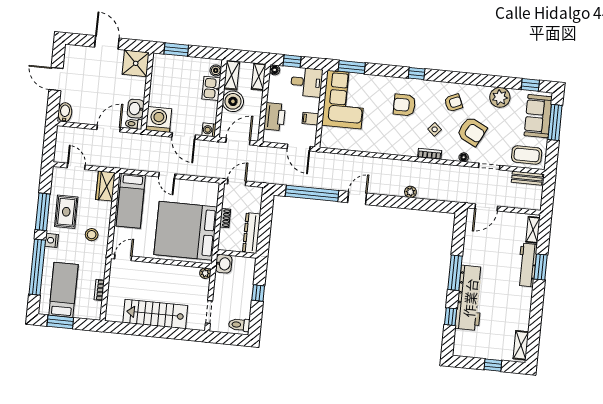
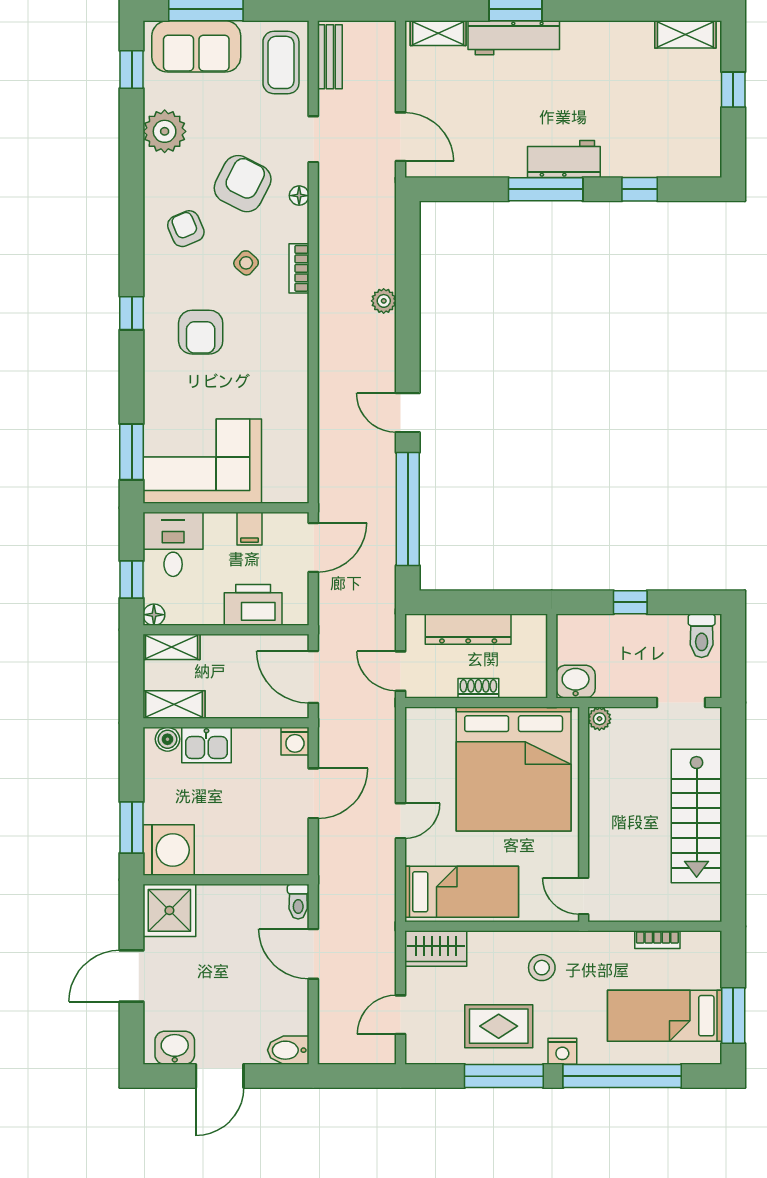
boiler: (233, 101) -> (229, 696), removed
washbasin: (136, 109) -> (175, 1048), moved, turned 180
washing machine: (159, 119) -> (169, 850), moved, turned 180
dresser: (252, 233) -> (468, 629), moved
workbench: (470, 298) -> (564, 159), width x0.53, depth x0.76

